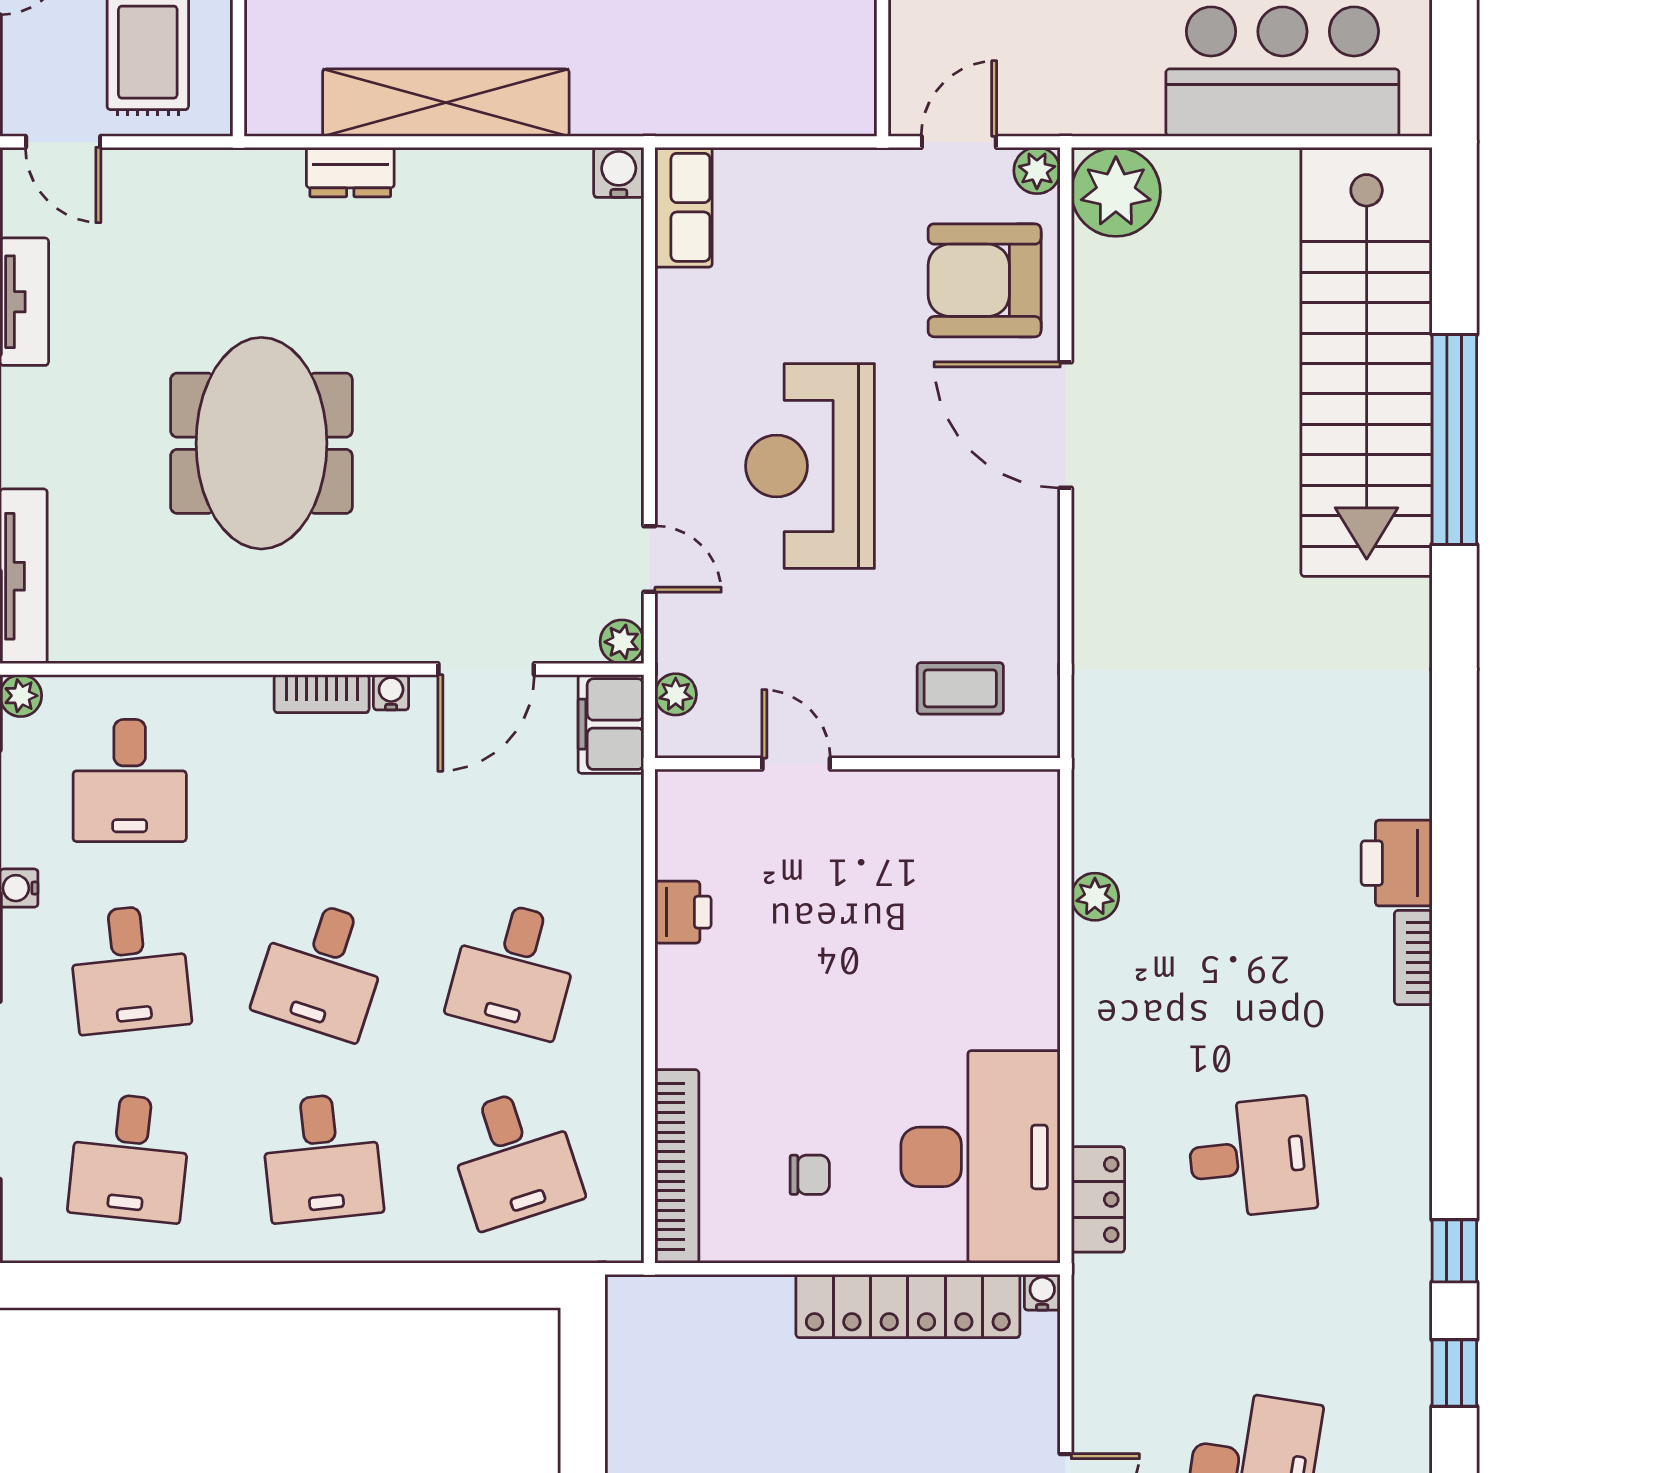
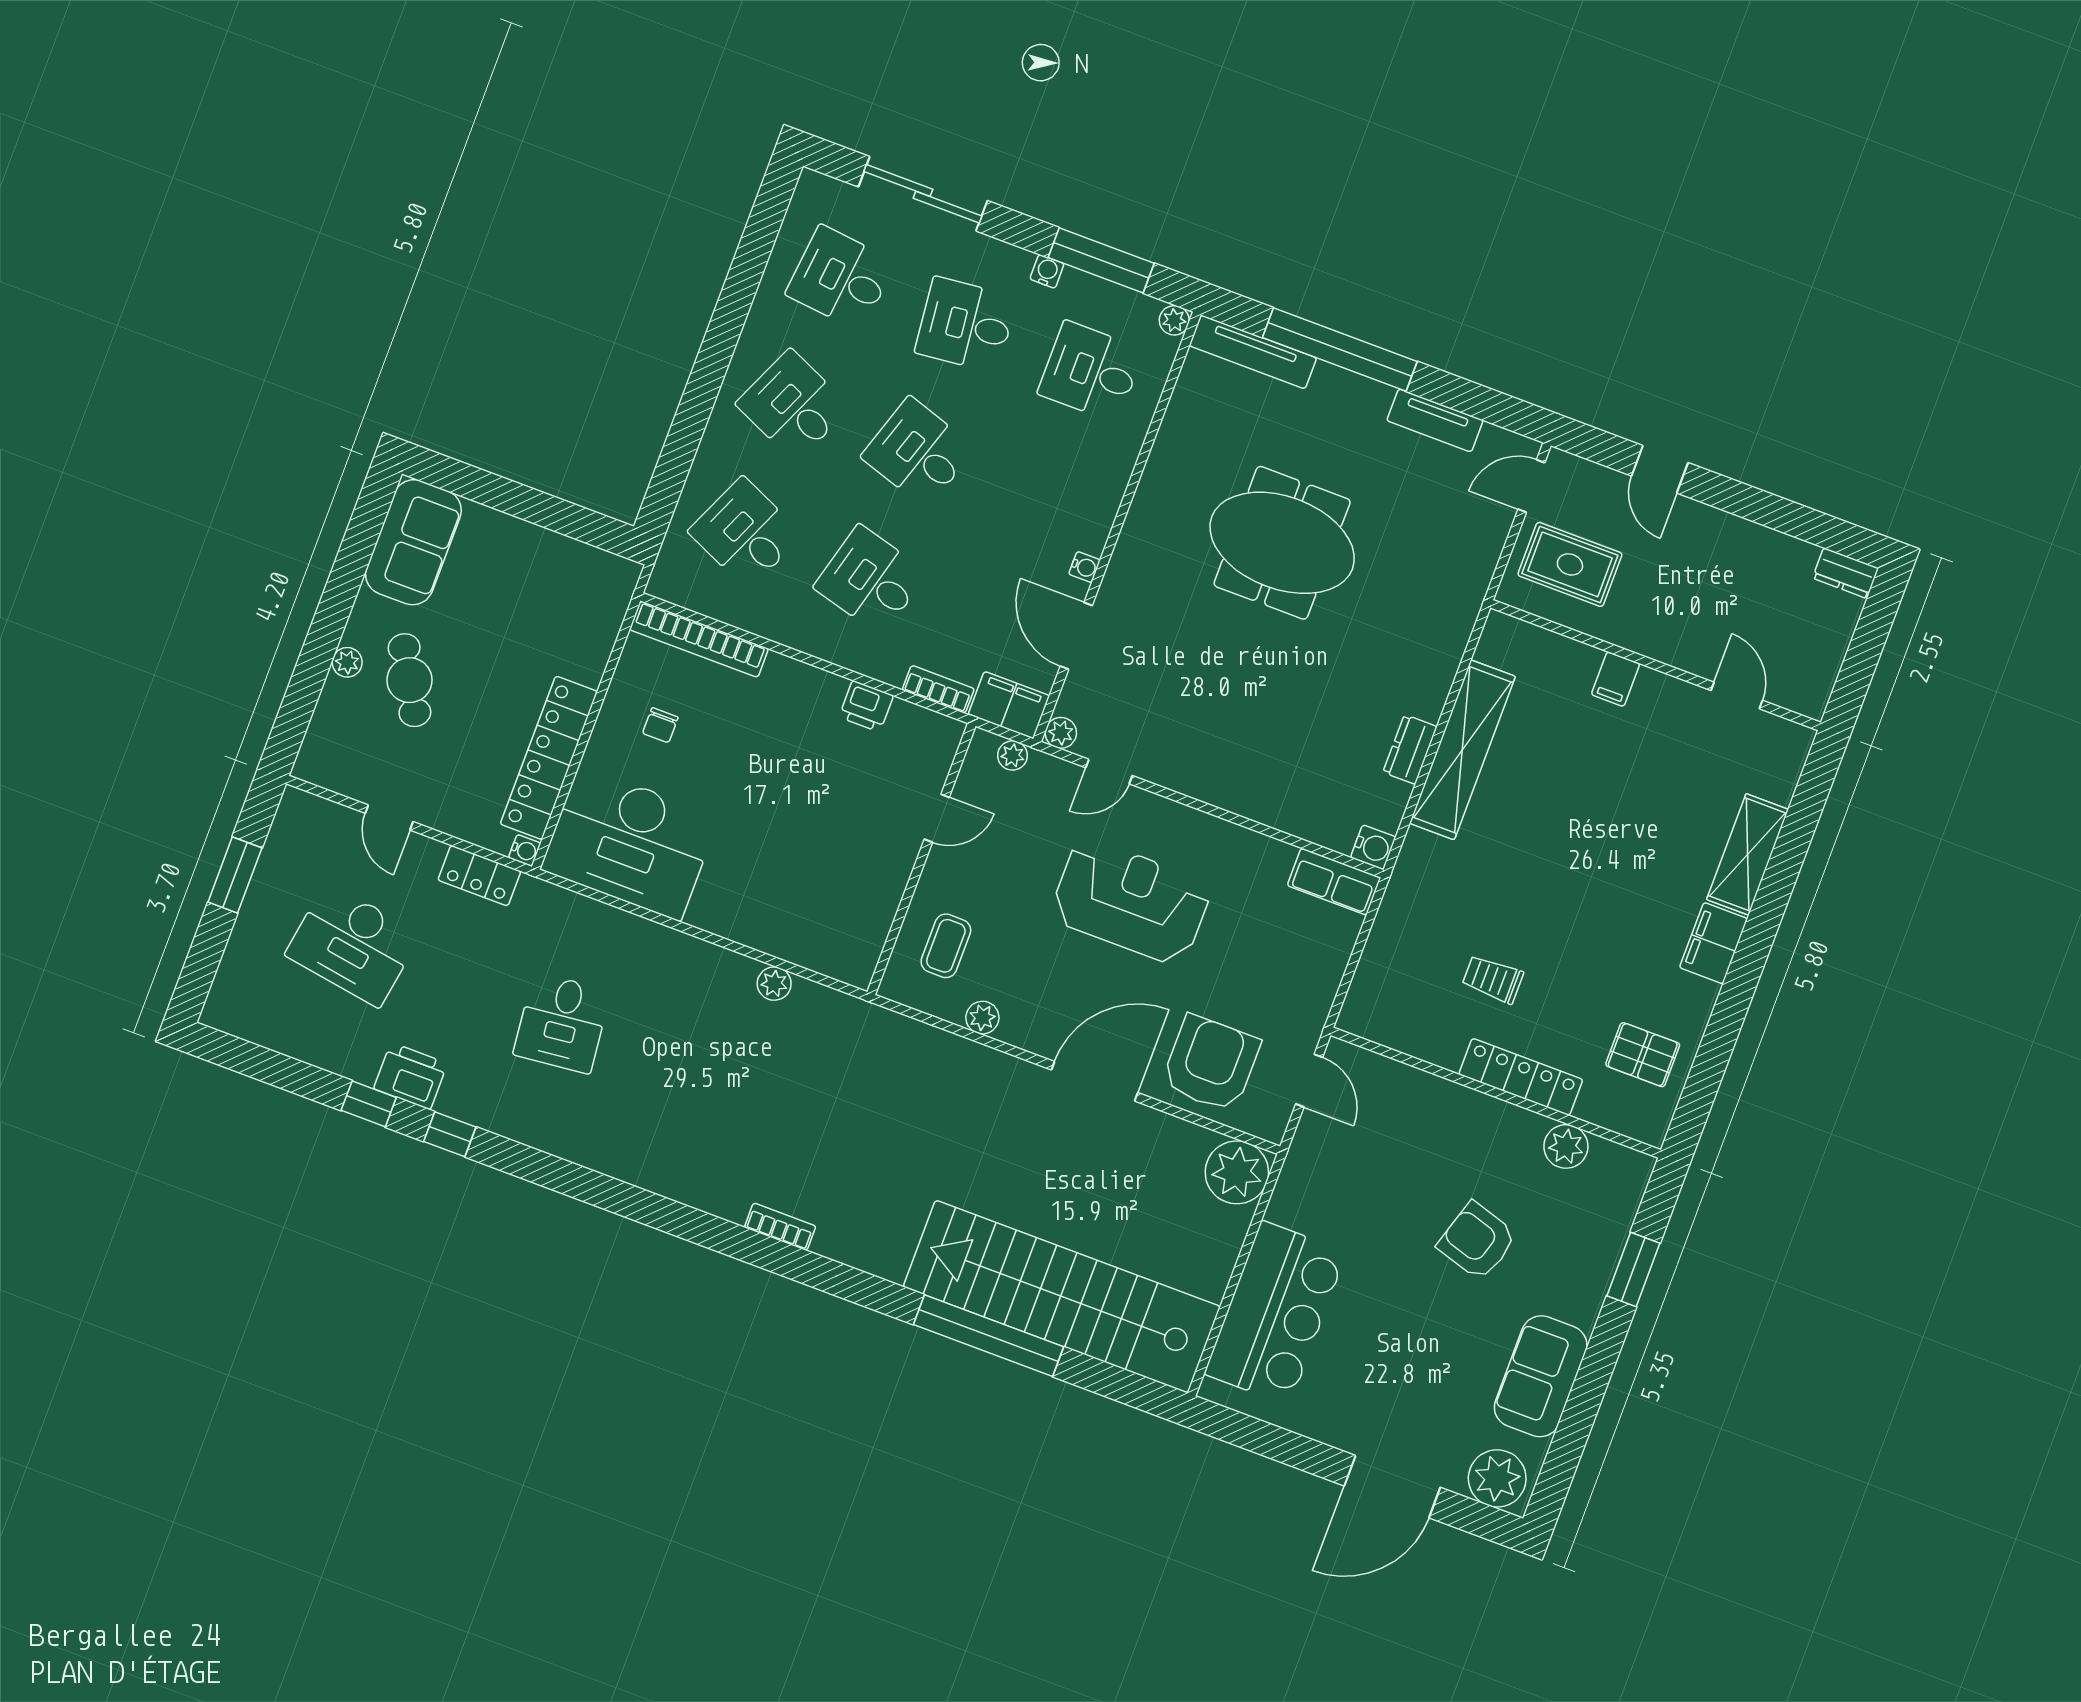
plant: (1037, 171) -> (982, 1018), moved
dresser: (350, 172) -> (1410, 749), moved
bookcase: (322, 694) -> (938, 689), moved, turned 90
printer: (1397, 863) -> (411, 1076), moved
bookcase: (1413, 958) -> (780, 1227), moved
desk: (322, 1157) -> (793, 406), turned 30
desk: (514, 1157) -> (745, 533), turned 42
locker: (1098, 1199) -> (479, 876), moved

